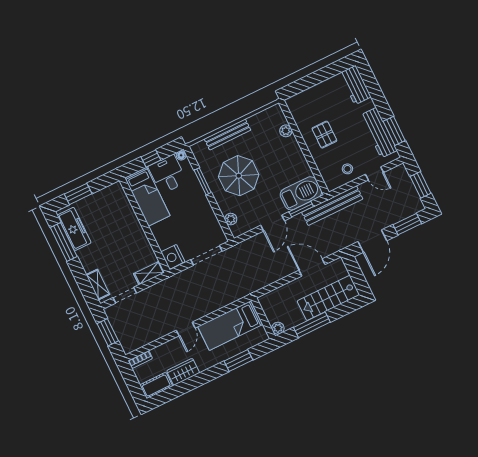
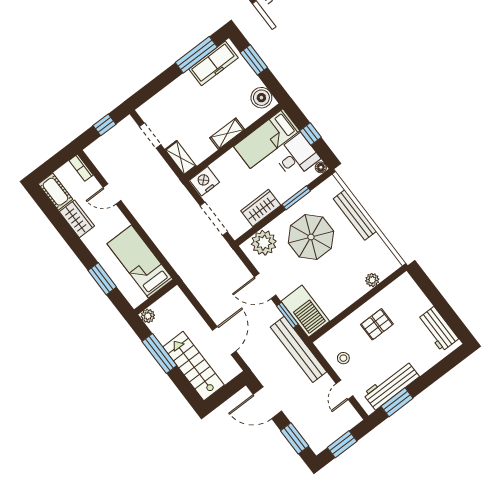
workbench: (355, 85) -> (438, 329), moved, turned -90
boiler: (112, 194) -> (261, 98), added
wardrobe: (205, 213) -> (261, 208), added
plant: (231, 219) -> (264, 243), width x1.88, depth x1.88
shelving: (98, 285) -> (227, 134), moved
door: (186, 329) -> (112, 194), moved
window: (108, 332) -> (104, 125), width x0.67

